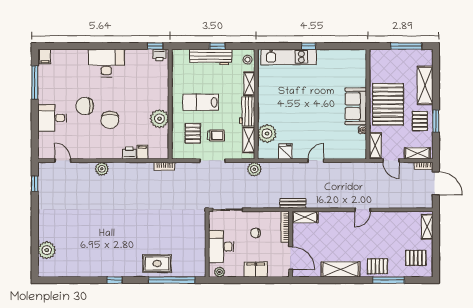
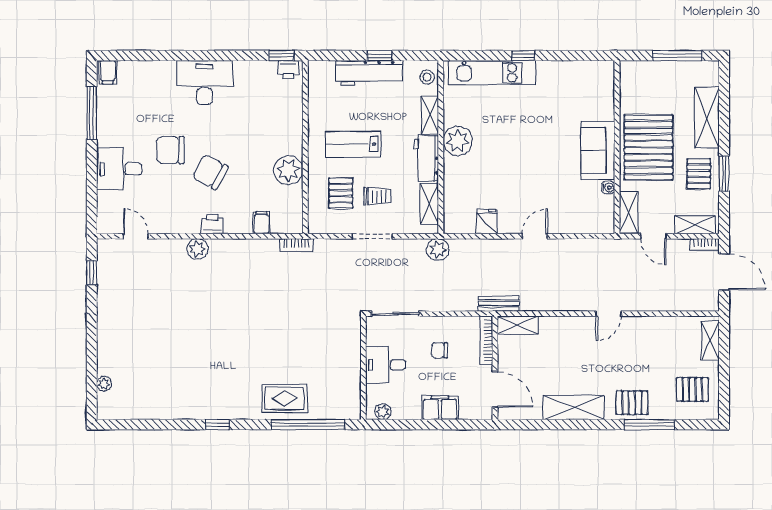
chair: (110, 120) -> (210, 172), turned 118
plant: (267, 134) -> (458, 141), moved
printer: (129, 153) -> (212, 224), moved
desk: (221, 247) -> (386, 365), width x0.73
plant: (47, 250) -> (104, 384), width x0.53, depth x0.53

